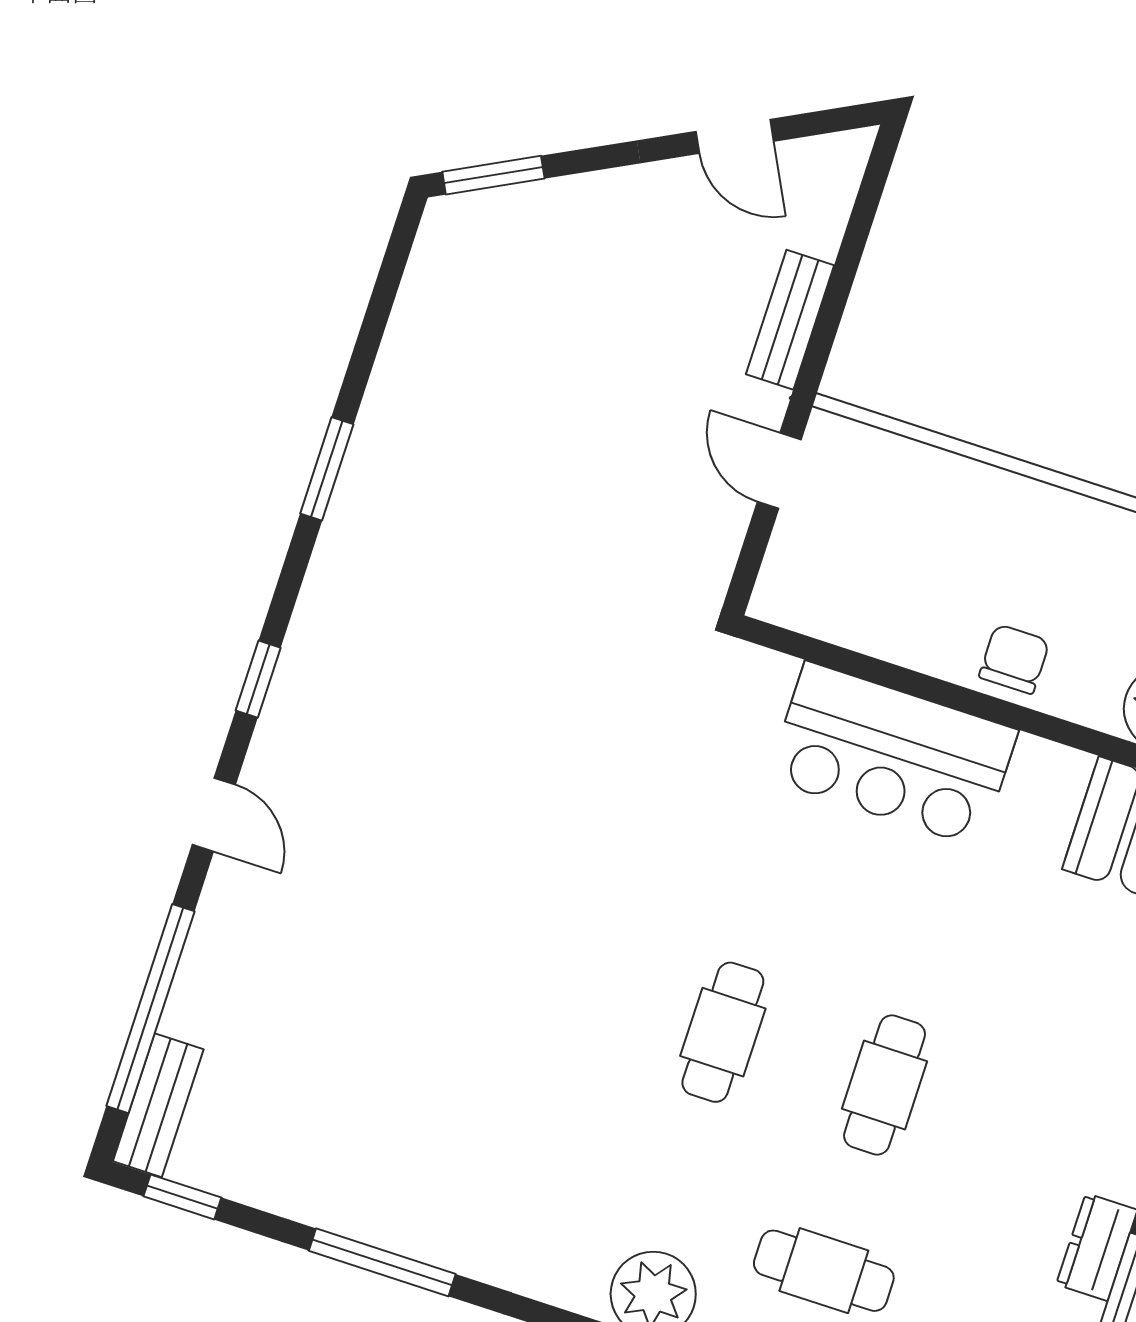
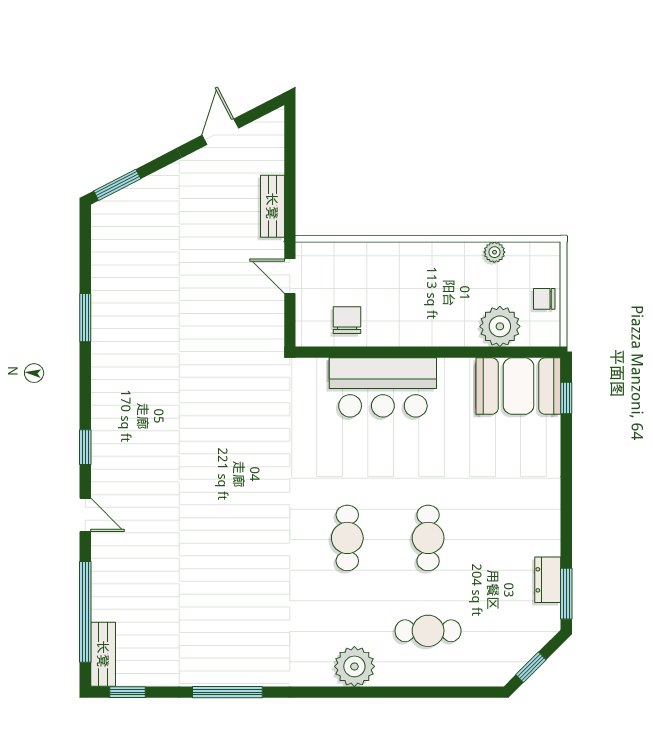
door: (735, 136) -> (220, 132), swing flipped
window: (327, 469) -> (85, 318), moved
chair: (1014, 659) -> (347, 320), moved

